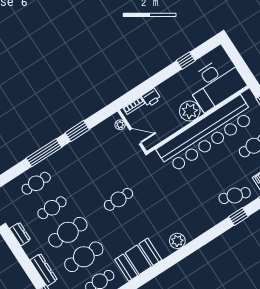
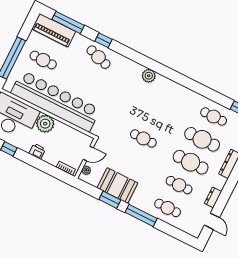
printer: (151, 97) -> (37, 151), moved
door: (135, 136) -> (88, 153), swing flipped
cafe table: (235, 196) -> (98, 57), moved
booth: (138, 260) -> (117, 185), moved

